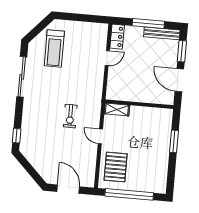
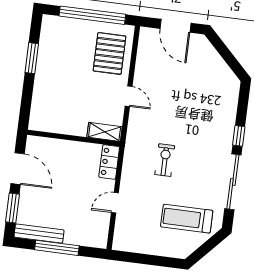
locker: (117, 37) -> (109, 162), moved
treadmill: (54, 49) -> (187, 219), turned -90
exercise bike: (70, 116) -> (165, 160), moved
window: (17, 136) -> (239, 136), moved
window: (174, 141) -> (32, 58), moved

